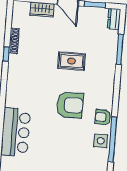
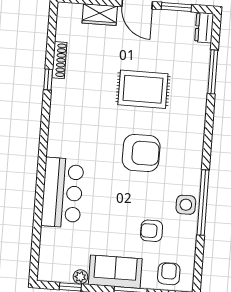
rug: (72, 61) -> (143, 89), width x1.36, depth x1.43
armchair: (103, 117) -> (152, 231), moved

